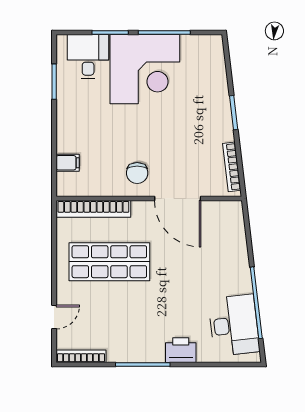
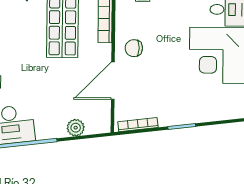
plant: (236, 244) -> (76, 128), added

